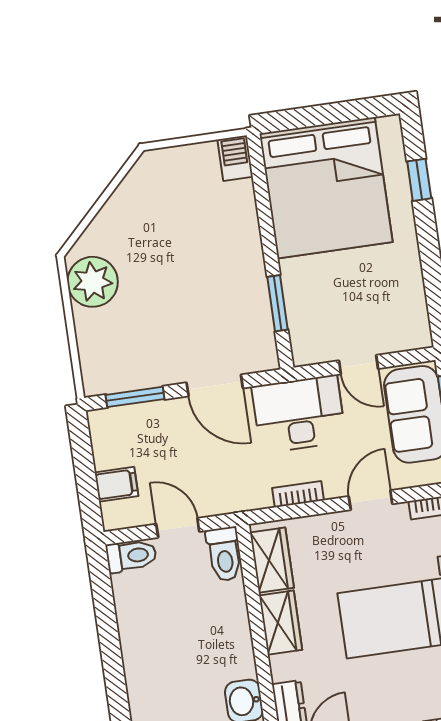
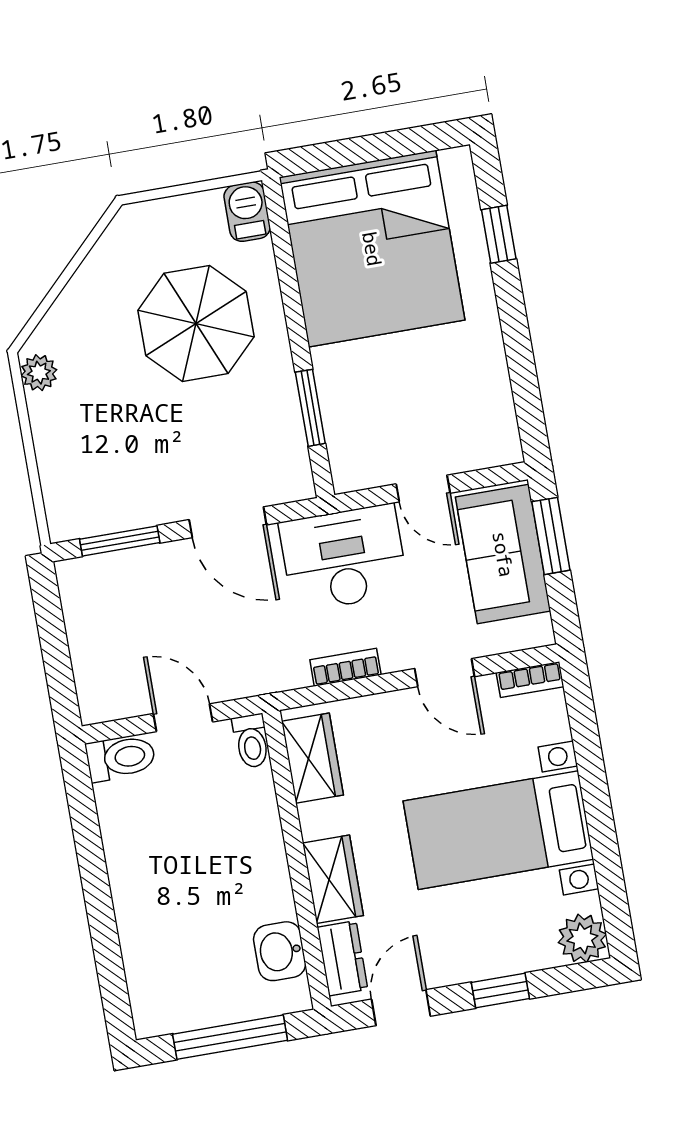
parasol: (195, 239) -> (196, 323), added
plant: (93, 282) -> (39, 373), width x0.53, depth x0.53
filing cabinet: (116, 484) -> (98, 661), removed
door: (371, 500) -> (445, 673), swing flipped
toilet: (224, 554) -> (251, 741), width x0.73, depth x0.72
wardrobe: (281, 623) -> (333, 879), moved

